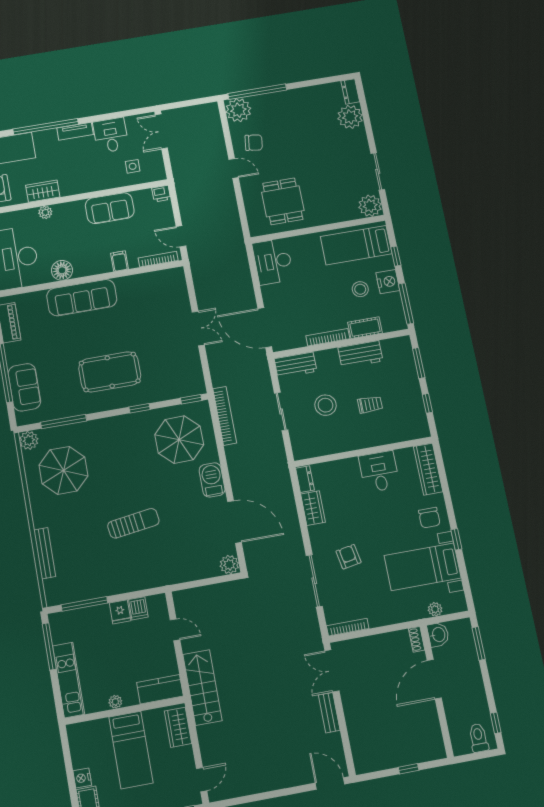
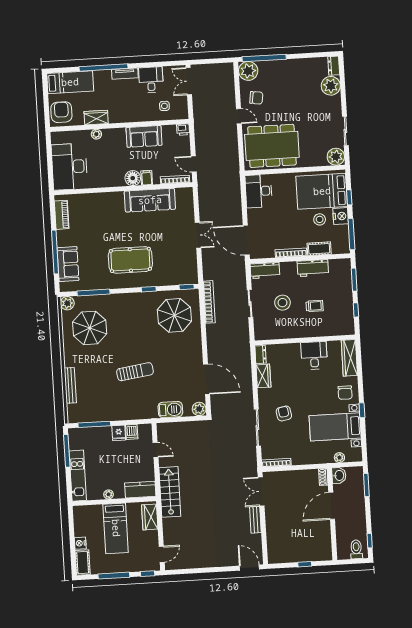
dining table: (283, 201) -> (272, 146), width x1.88, depth x1.24
bed: (356, 245) -> (322, 191), width x1.50
floor lamp: (62, 270) -> (133, 178), moved
sofa: (82, 298) -> (150, 200), moved
barbecue: (212, 480) -> (170, 410), moved, turned 90

